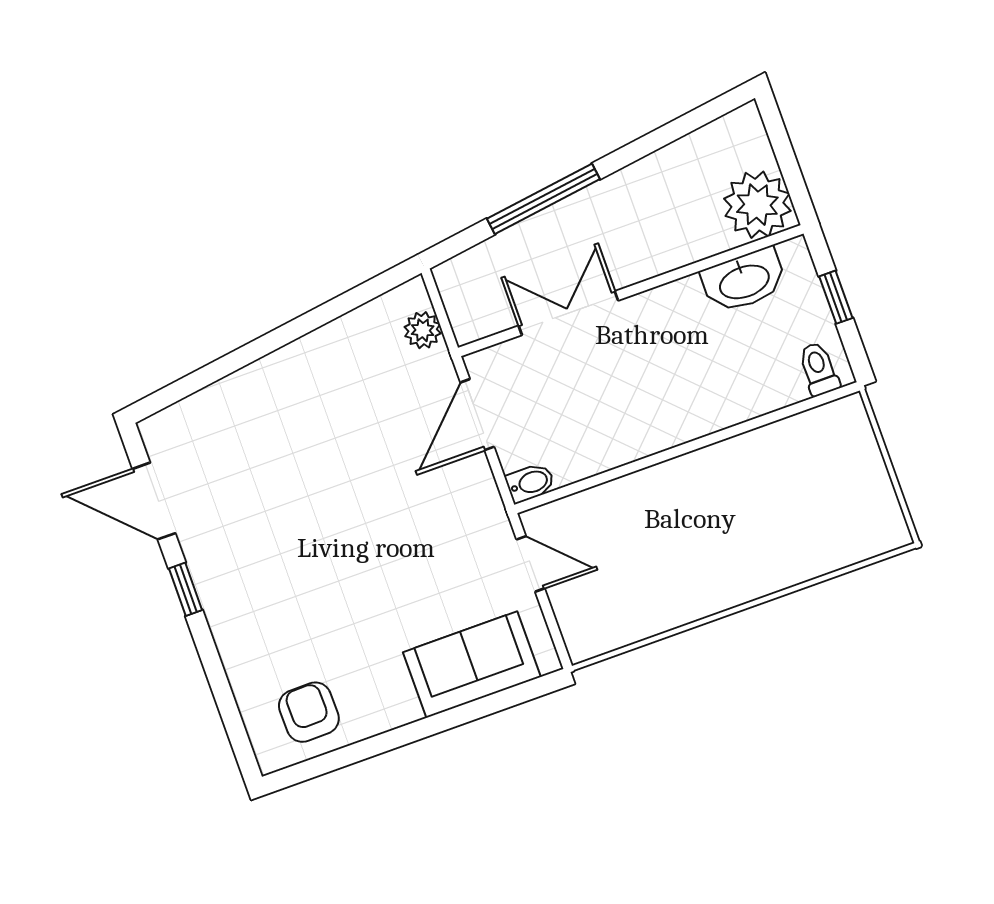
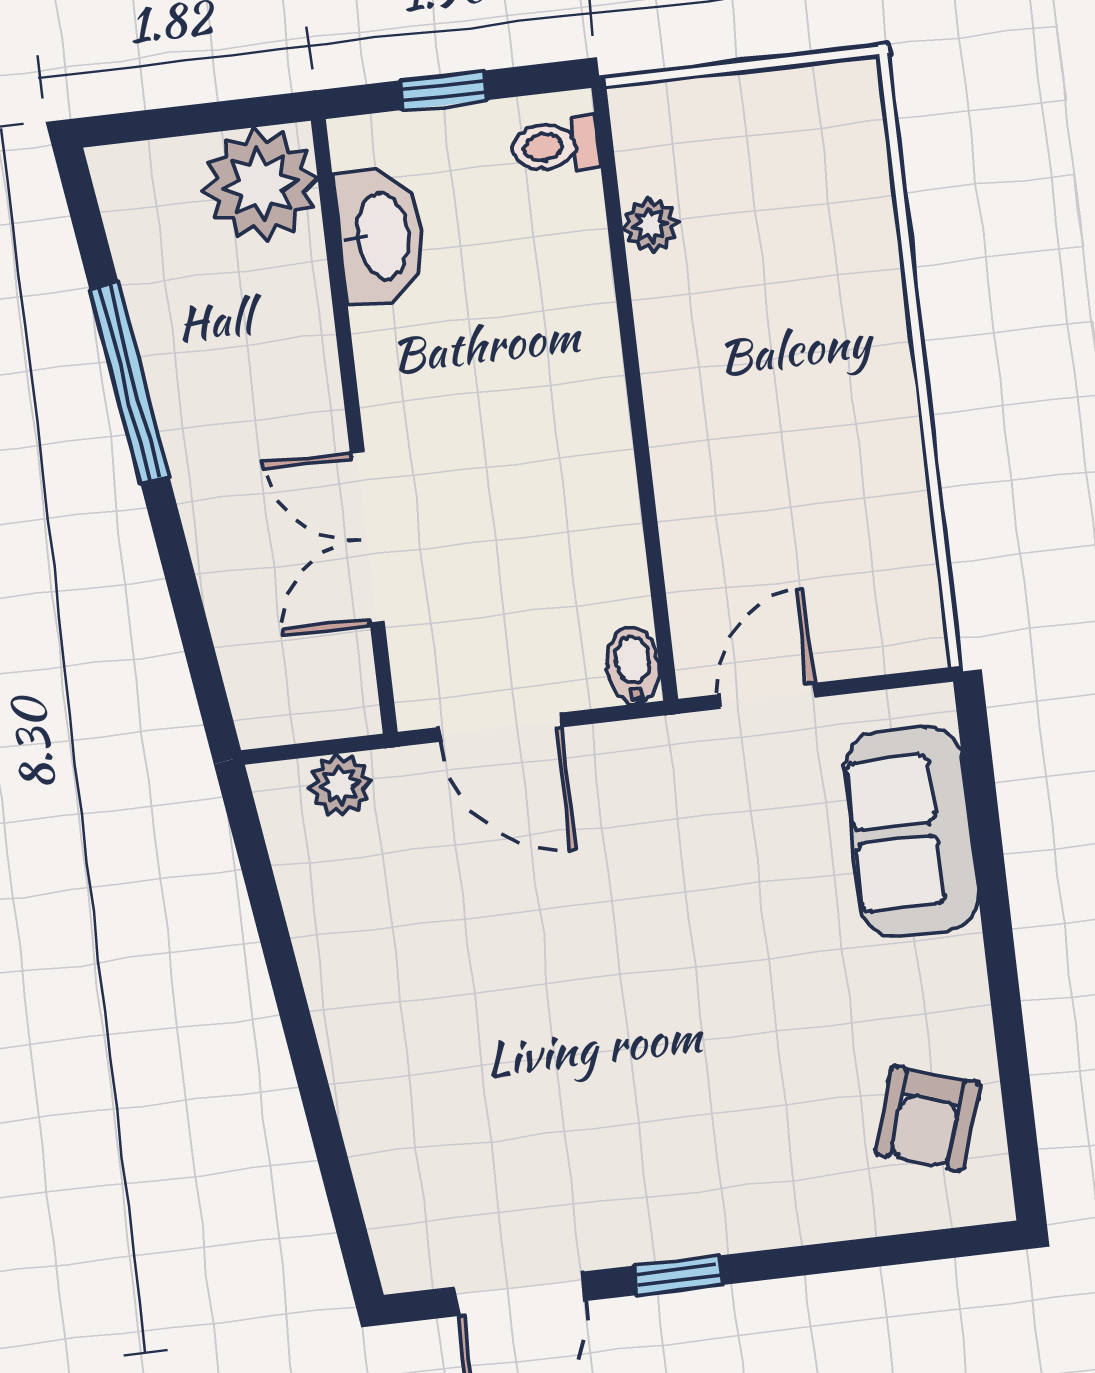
window: (543, 199) -> (129, 383), moved
plant: (786, 434) -> (651, 225), added
armchair: (309, 712) -> (927, 1118), turned -71

